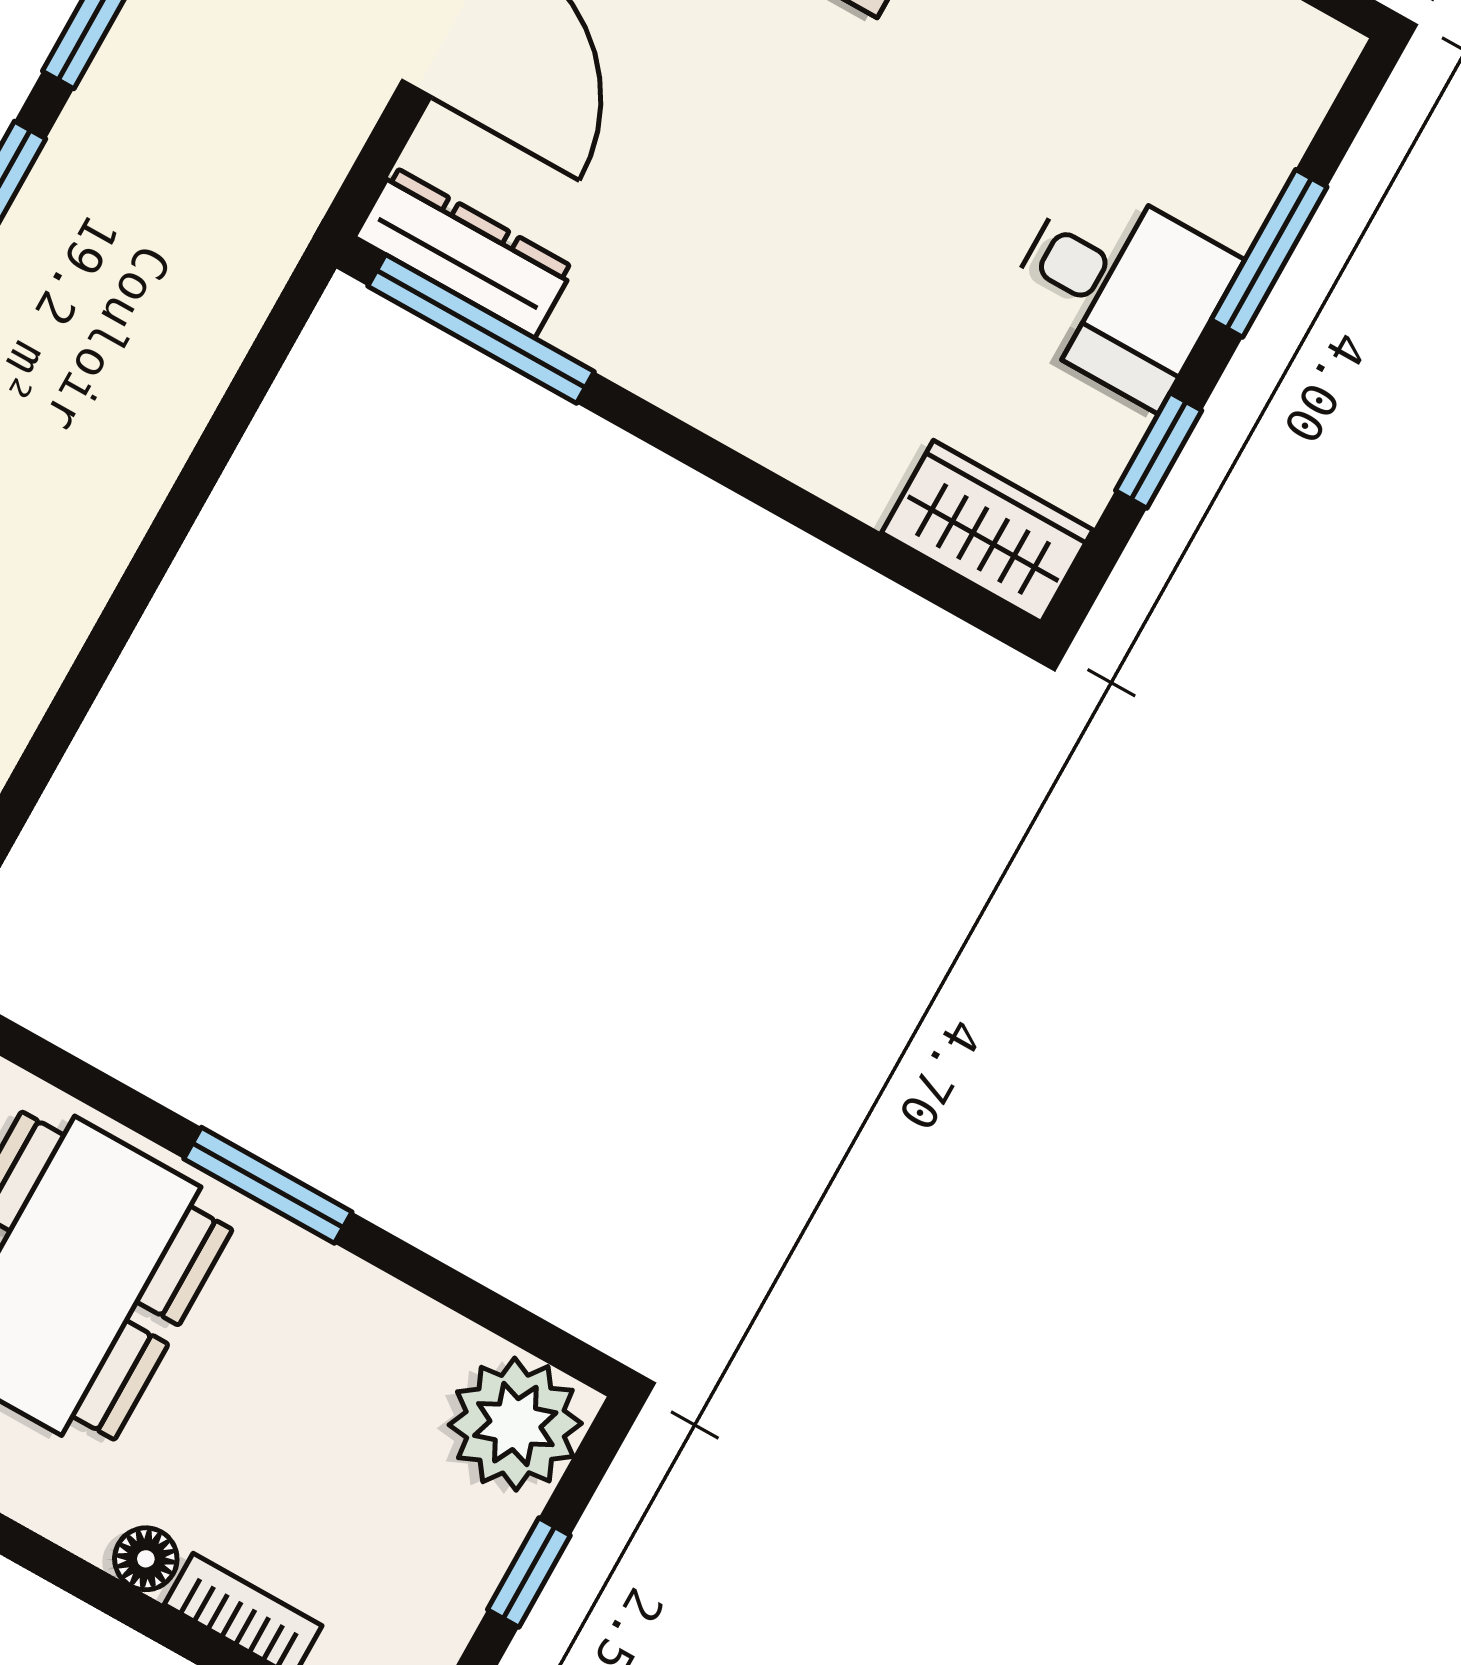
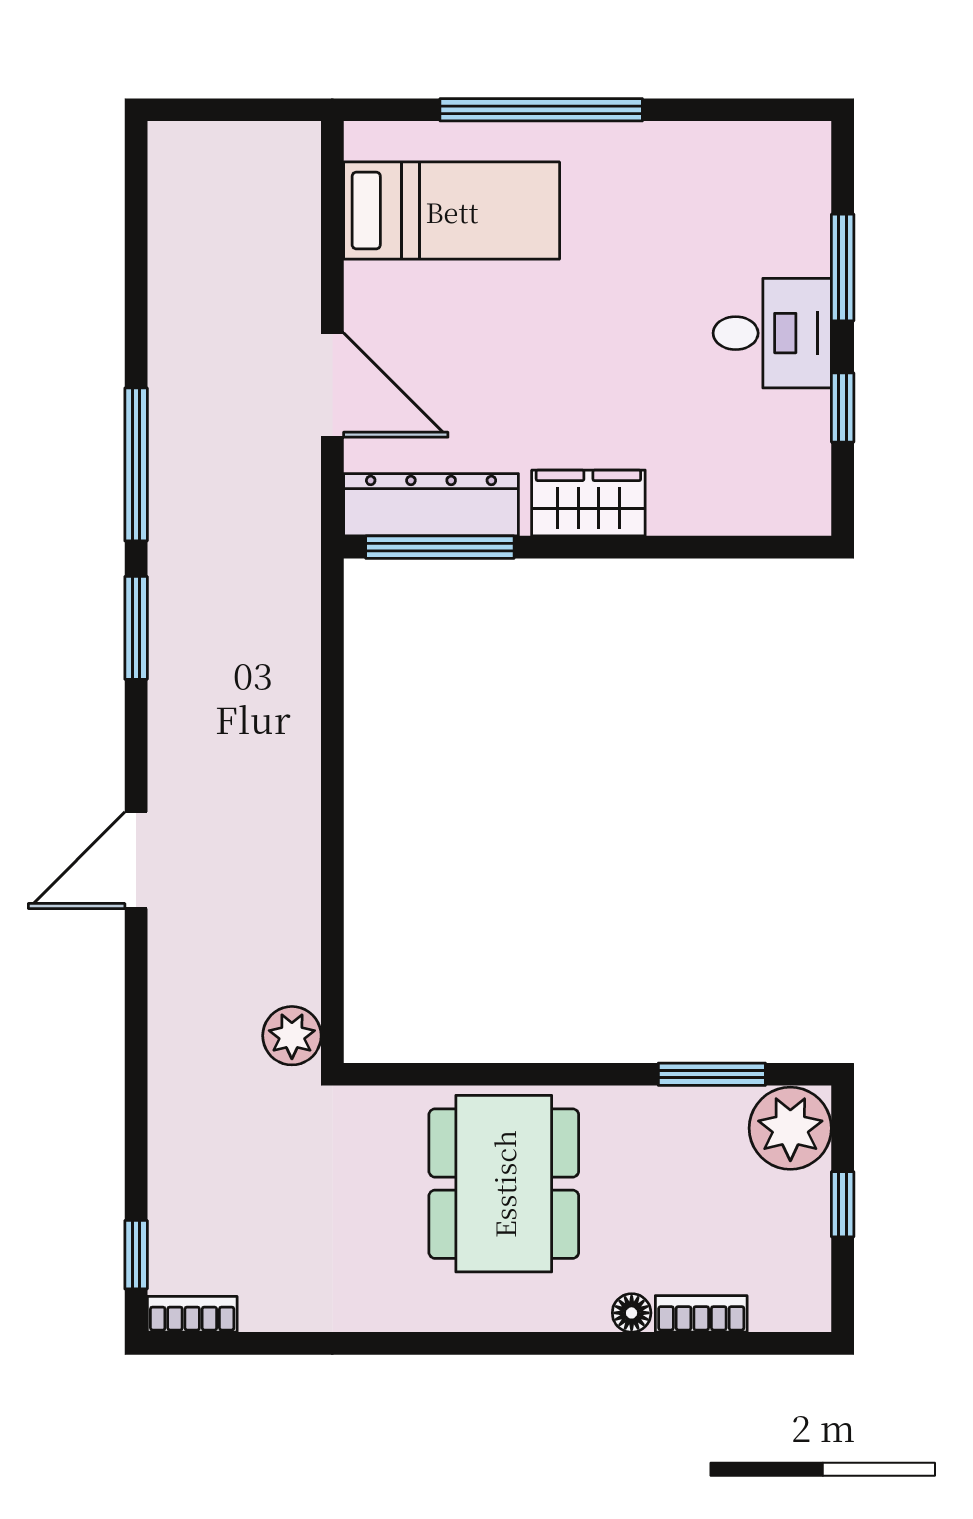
dresser: (464, 252) -> (431, 505), width x1.37, depth x1.24
wardrobe: (987, 531) -> (588, 503), moved
window: (268, 1185) -> (712, 1074), moved

